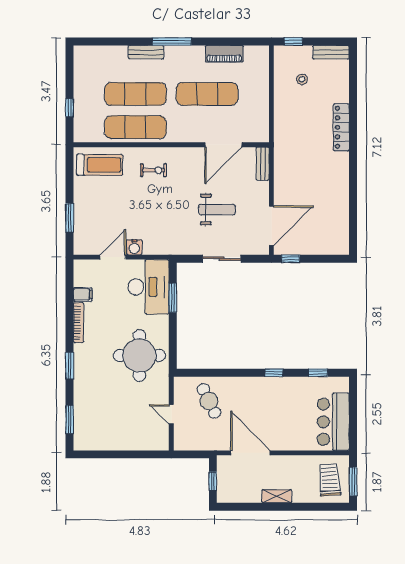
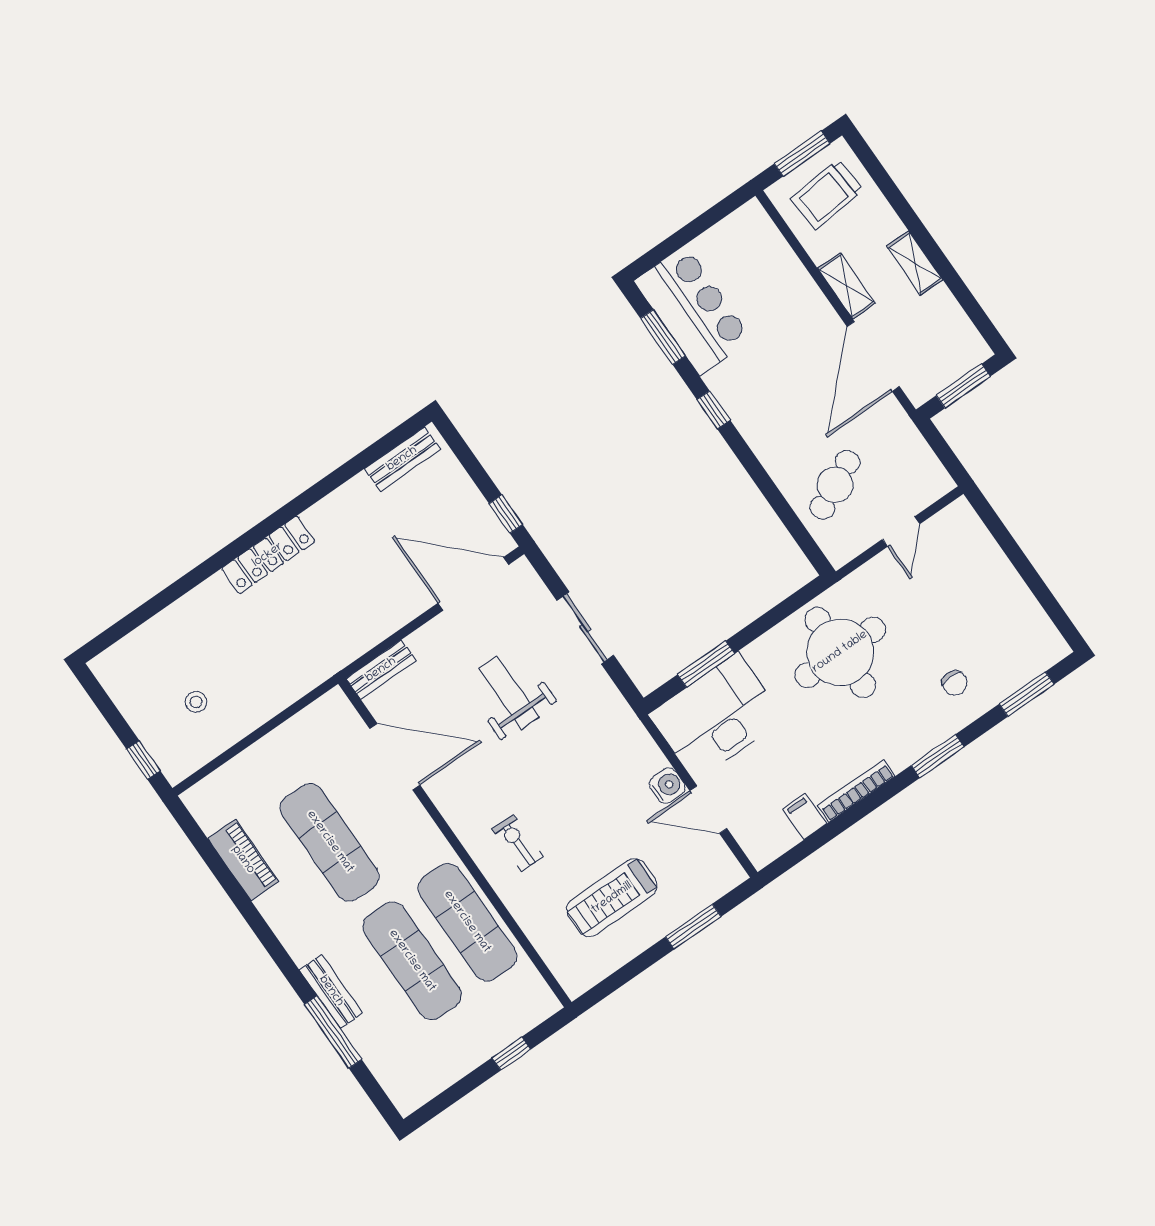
window: (172, 41) -> (333, 1032), moved
bench: (331, 52) -> (402, 459), moved, turned 90
locker: (341, 127) -> (268, 555), moved
treadmill: (100, 165) -> (612, 898), moved, turned -90
window: (318, 373) -> (663, 337), width x1.50
chair: (94, 393) -> (955, 683), added
bar counter: (333, 422) -> (693, 310), moved, turned -90
shelving: (287, 462) -> (847, 286), added
window: (213, 481) -> (963, 386), width x1.50

